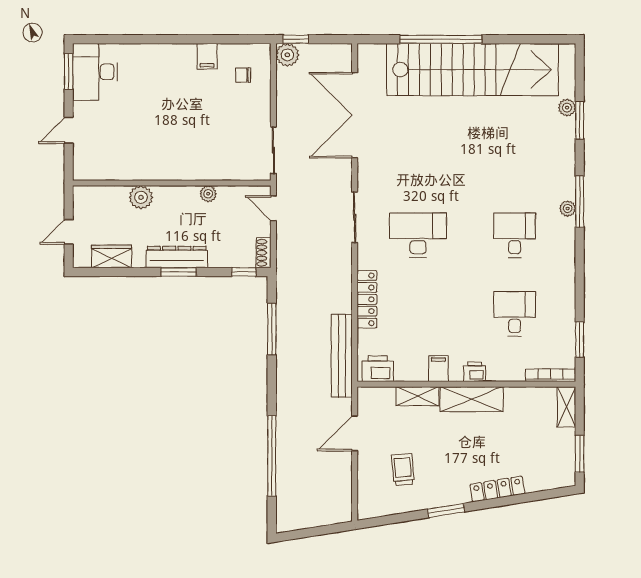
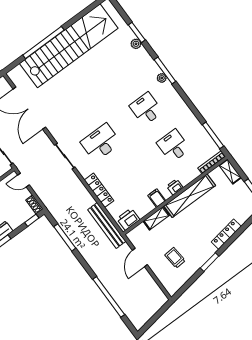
plant: (567, 108) -> (136, 44), moved
window: (580, 340) -> (213, 135), width x1.44
shelving: (472, 399) -> (190, 196), width x1.47

